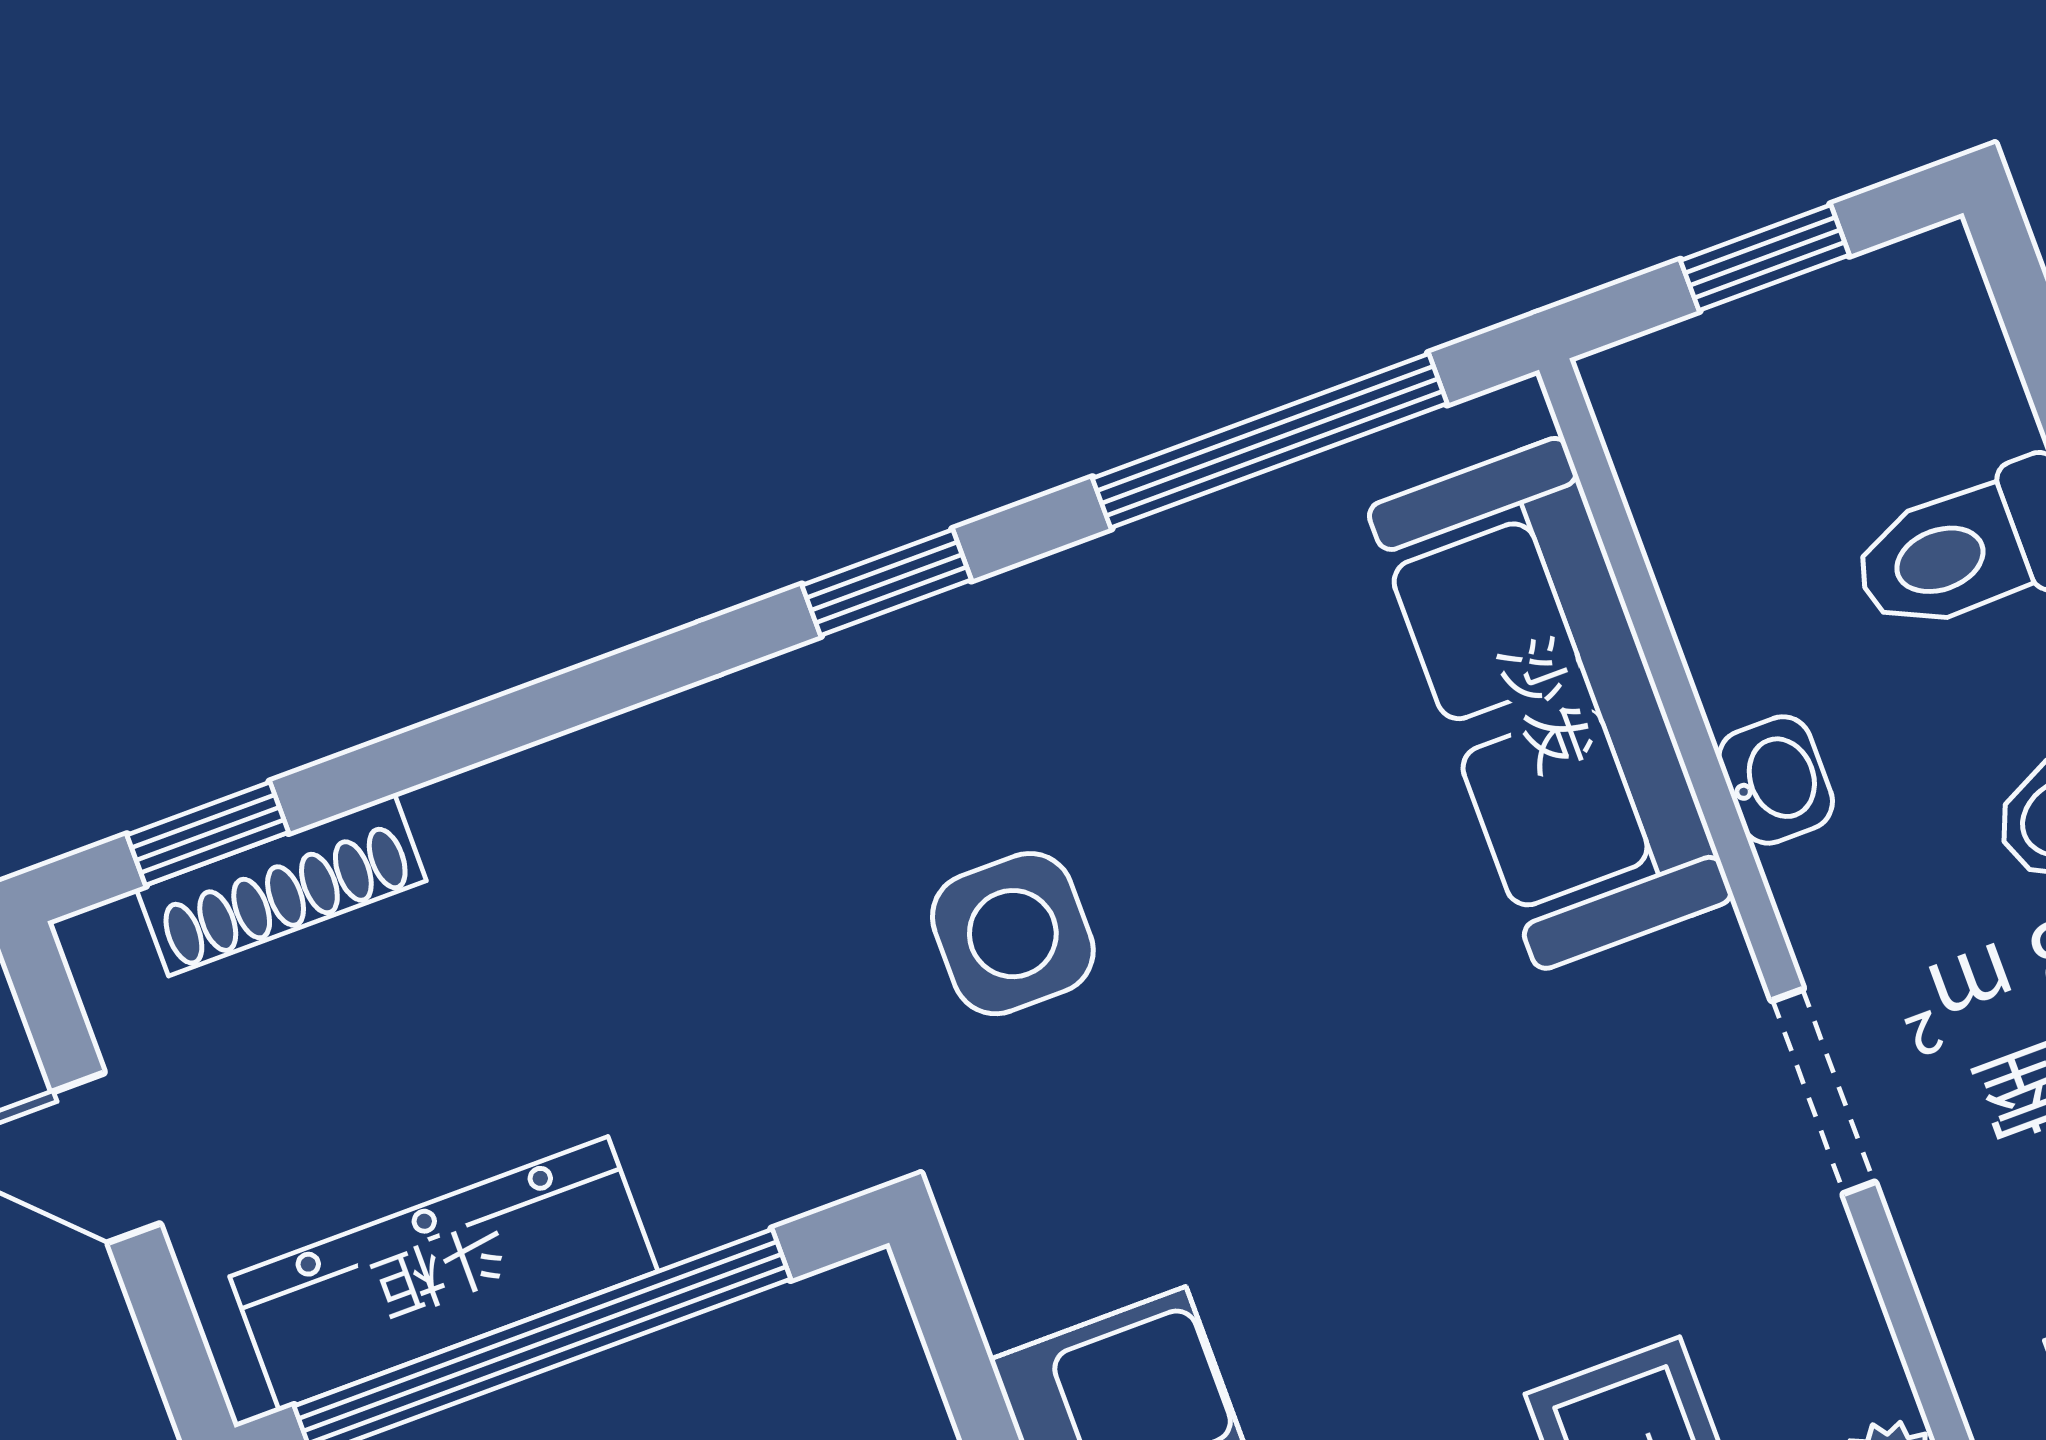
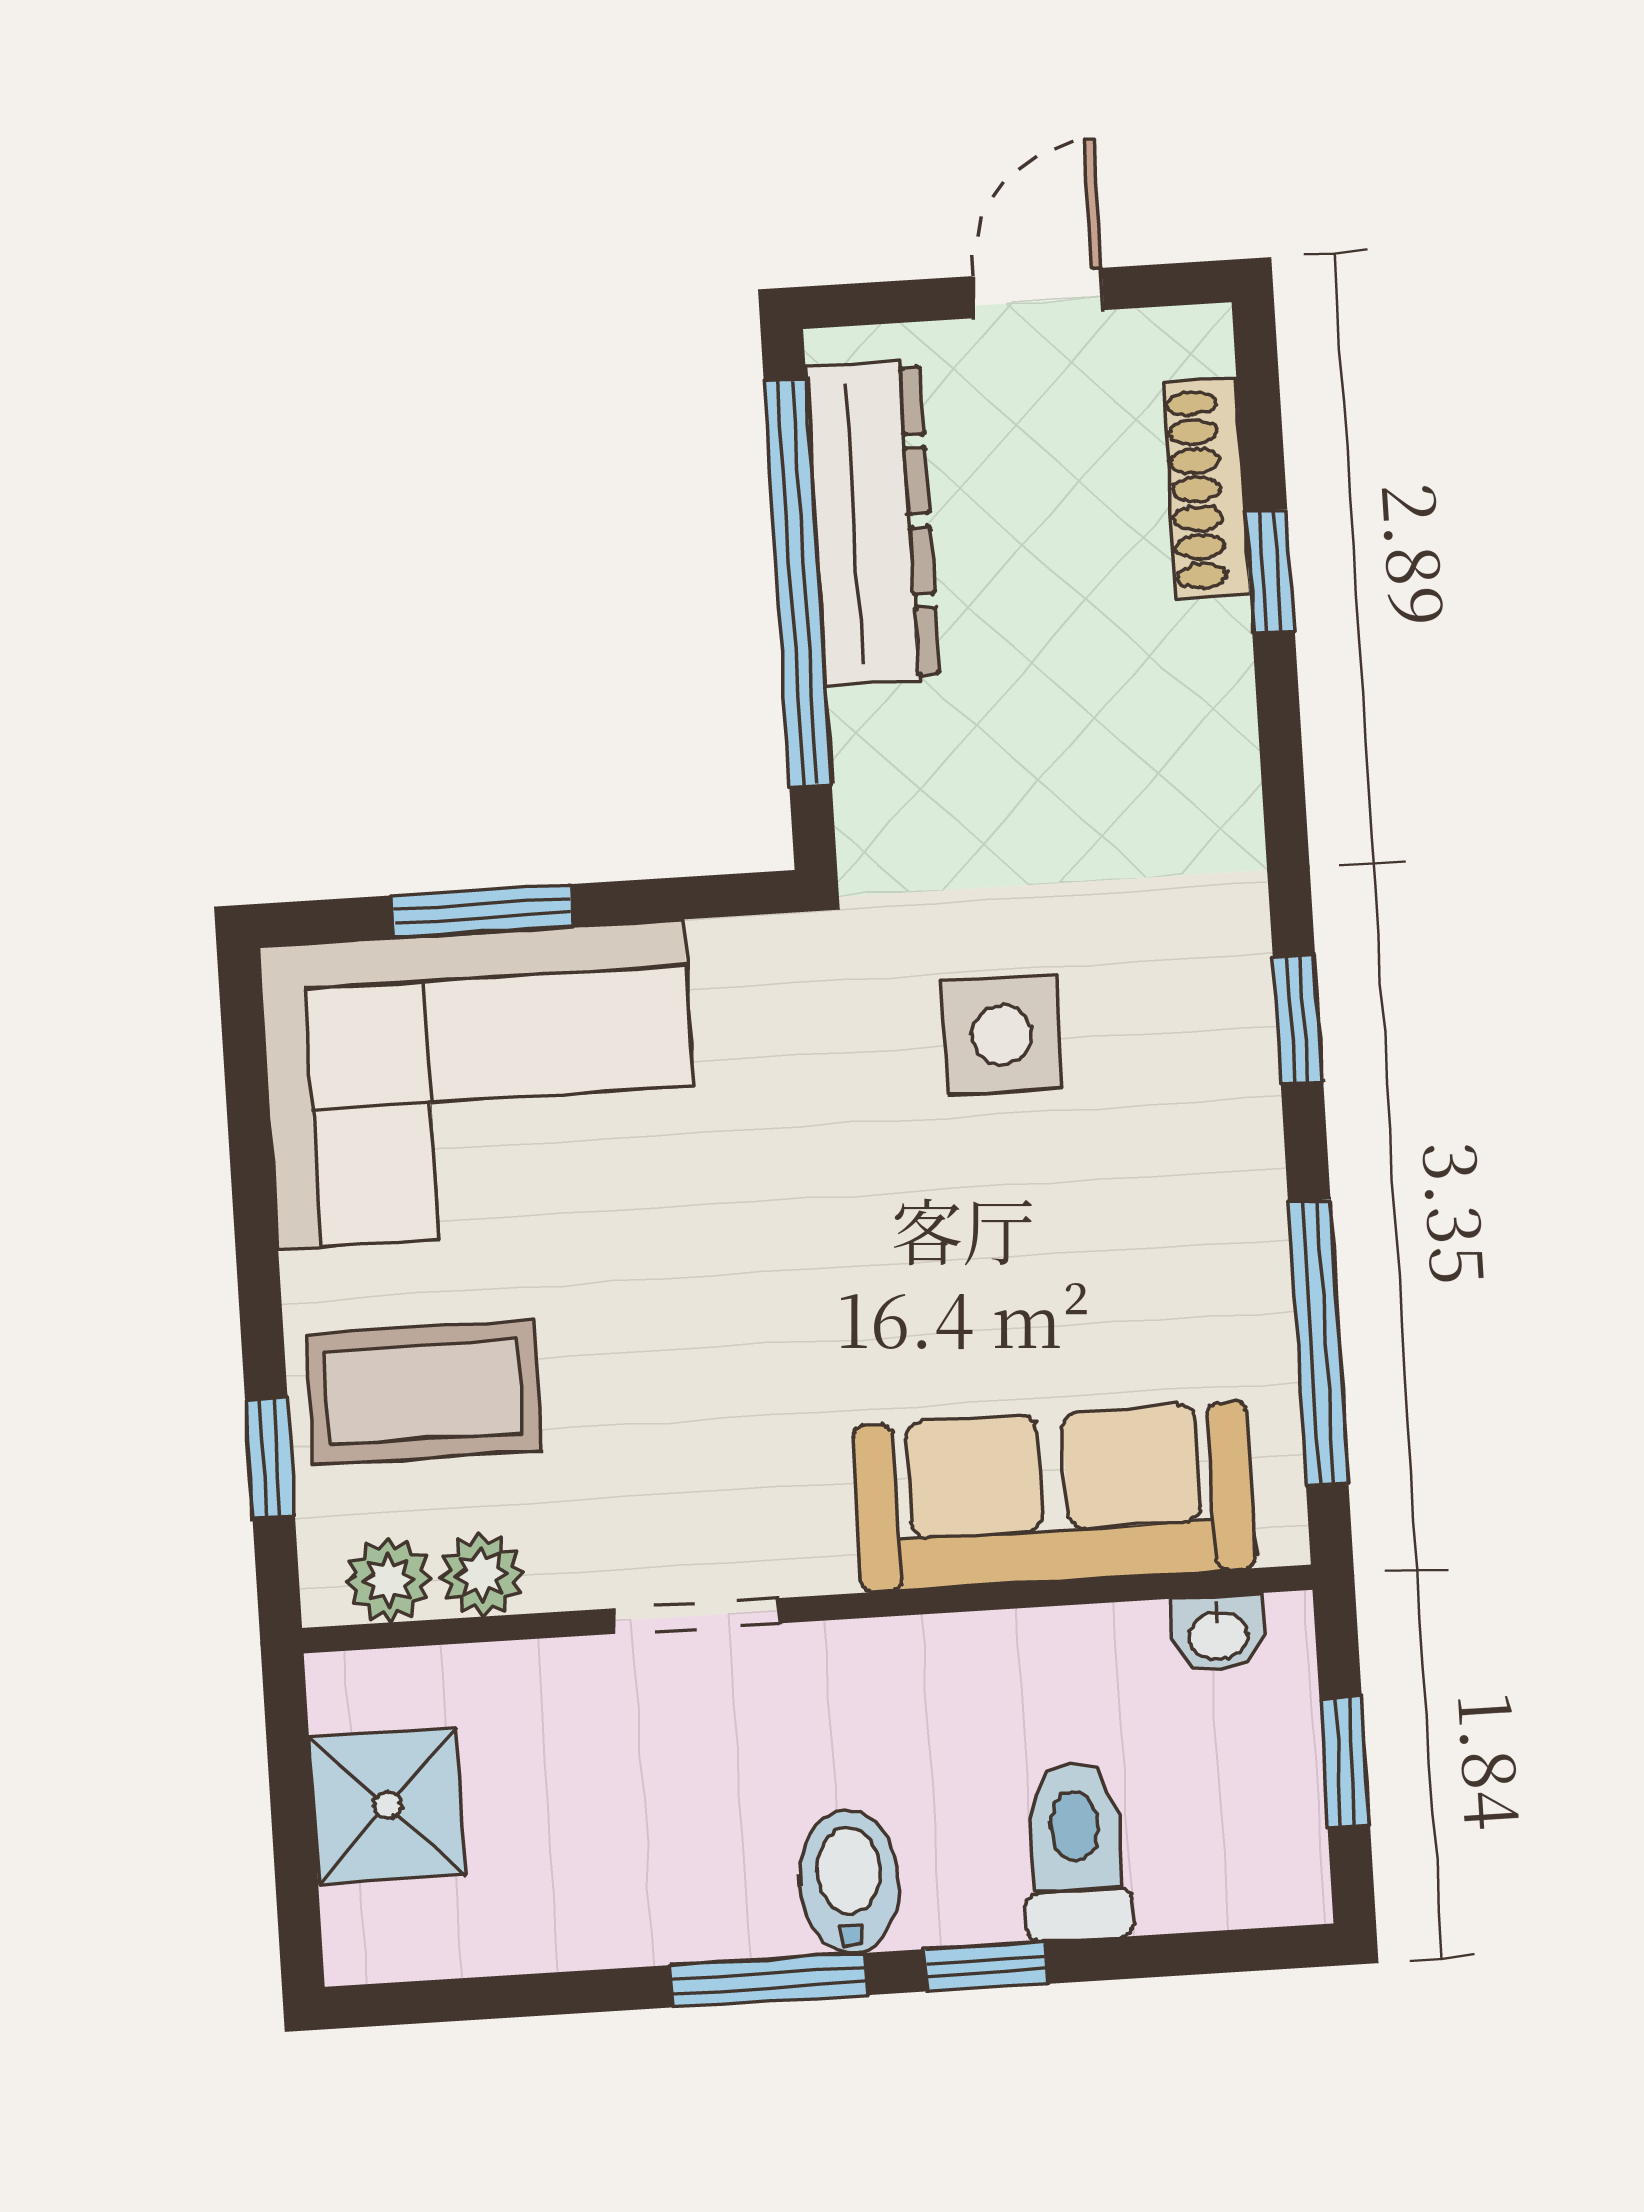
washbasin: (1776, 780) -> (1218, 1634), moved
window: (208, 834) -> (1270, 571), moved
plant: (1852, 1365) -> (481, 1575), added

